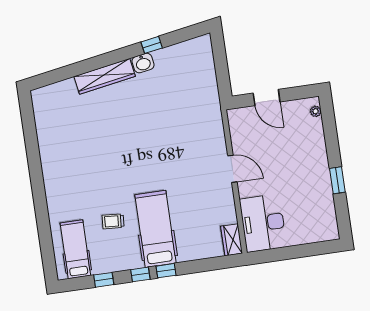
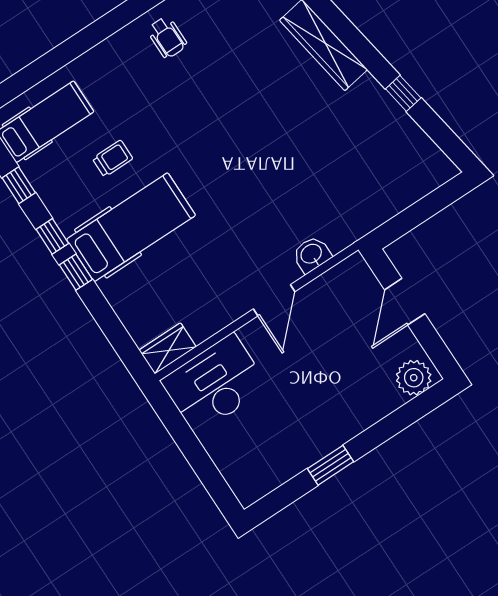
washbasin: (143, 63) -> (312, 254), moved, turned 100
plant: (316, 111) -> (414, 378), width x1.88, depth x1.88
wheelchair: (60, 160) -> (167, 37), added
trolley: (113, 221) -> (113, 159), turned 86

